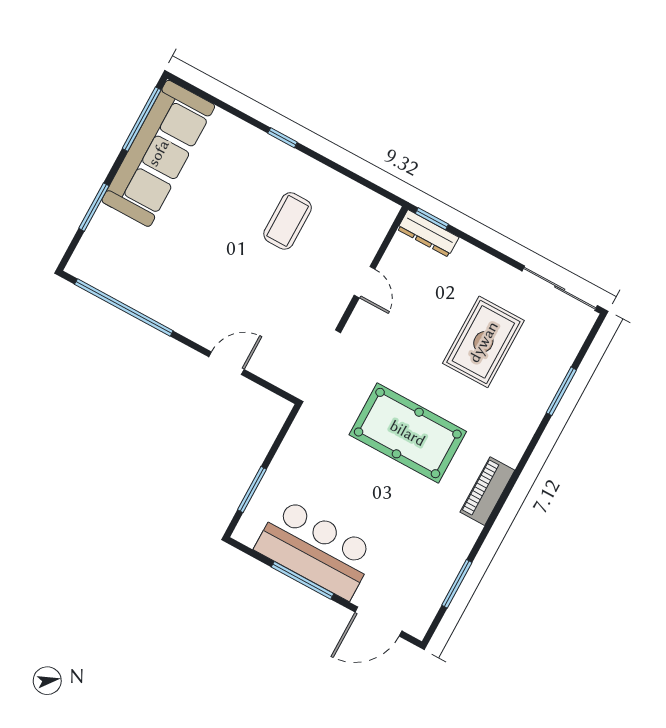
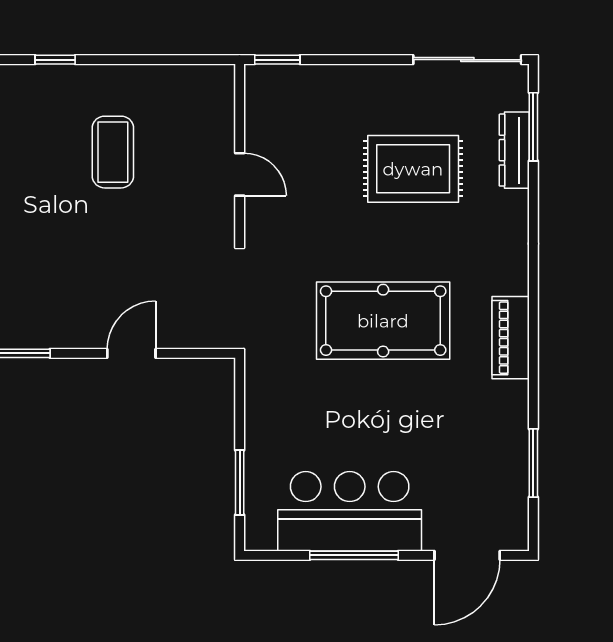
dresser: (428, 233) -> (514, 150), moved, turned 90
rug: (483, 342) -> (413, 169), turned 90
window: (561, 391) -> (533, 127), moved

